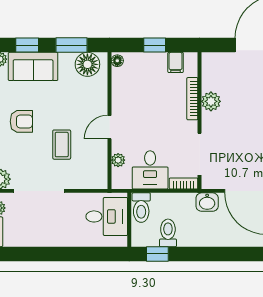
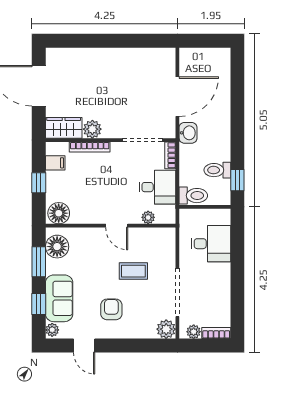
floor lamp: (117, 61) -> (59, 213), width x1.89, depth x1.89
wardrobe: (212, 71) -> (64, 128), added
desk: (107, 216) -> (211, 244), moved, turned 90

